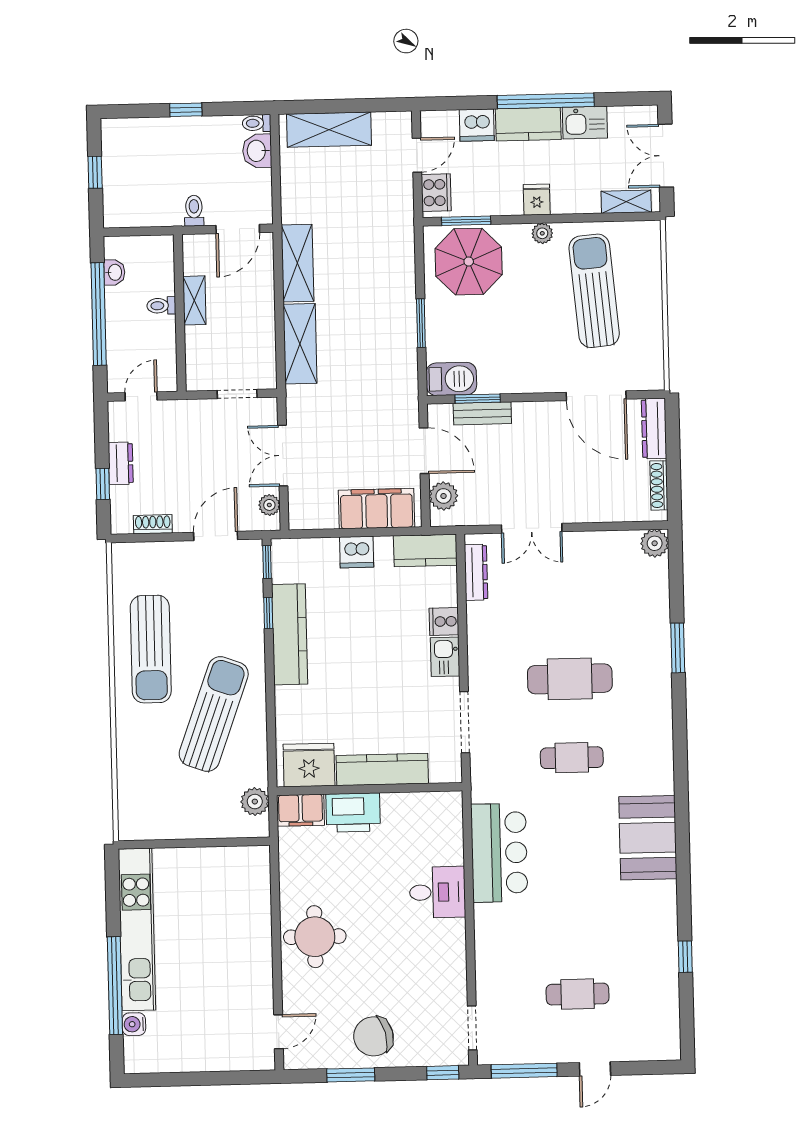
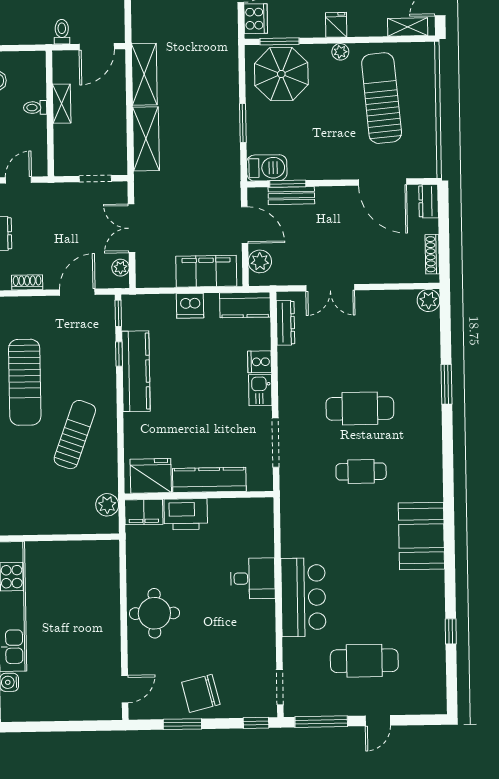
dresser: (654, 429) -> (429, 201), width x0.70
sun lounger: (214, 714) -> (75, 435), width x0.73, depth x0.75
bar counter: (499, 853) -> (303, 597), moved
cafe table: (578, 994) -> (364, 661), width x1.37, depth x1.35

